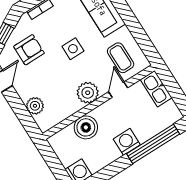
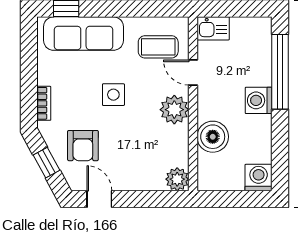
armchair: (29, 50) -> (83, 146), turned 180
kitchen sink: (156, 89) -> (213, 28), width x0.73
plant: (35, 106) -> (177, 179), moved

